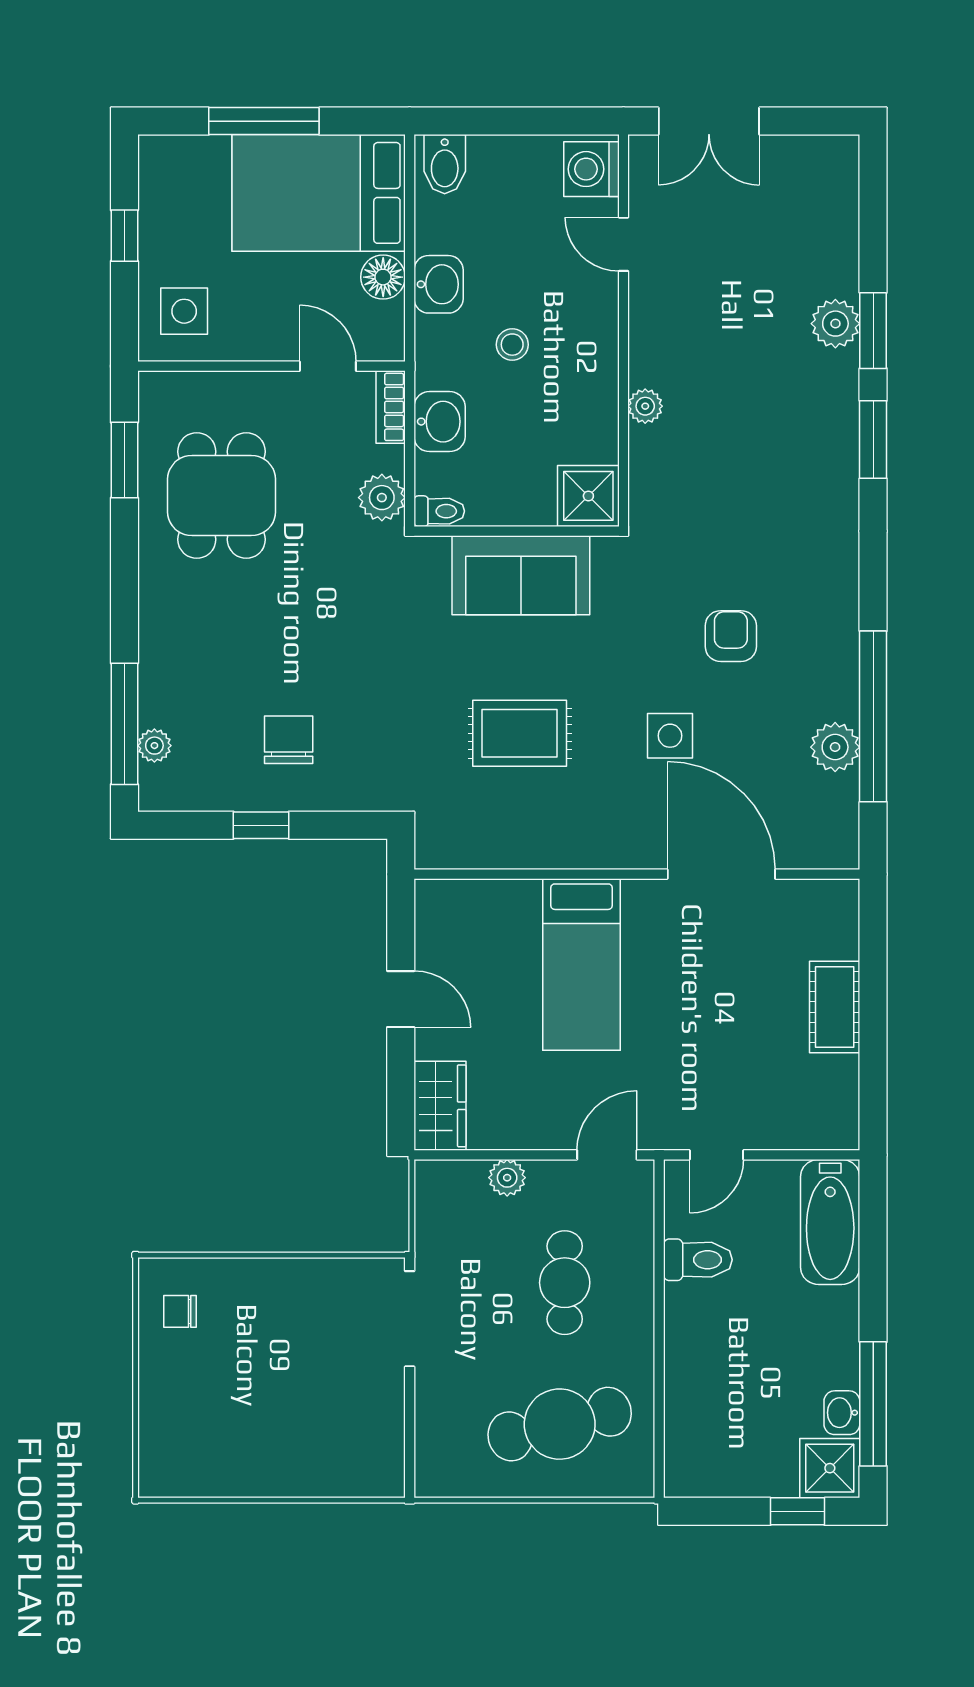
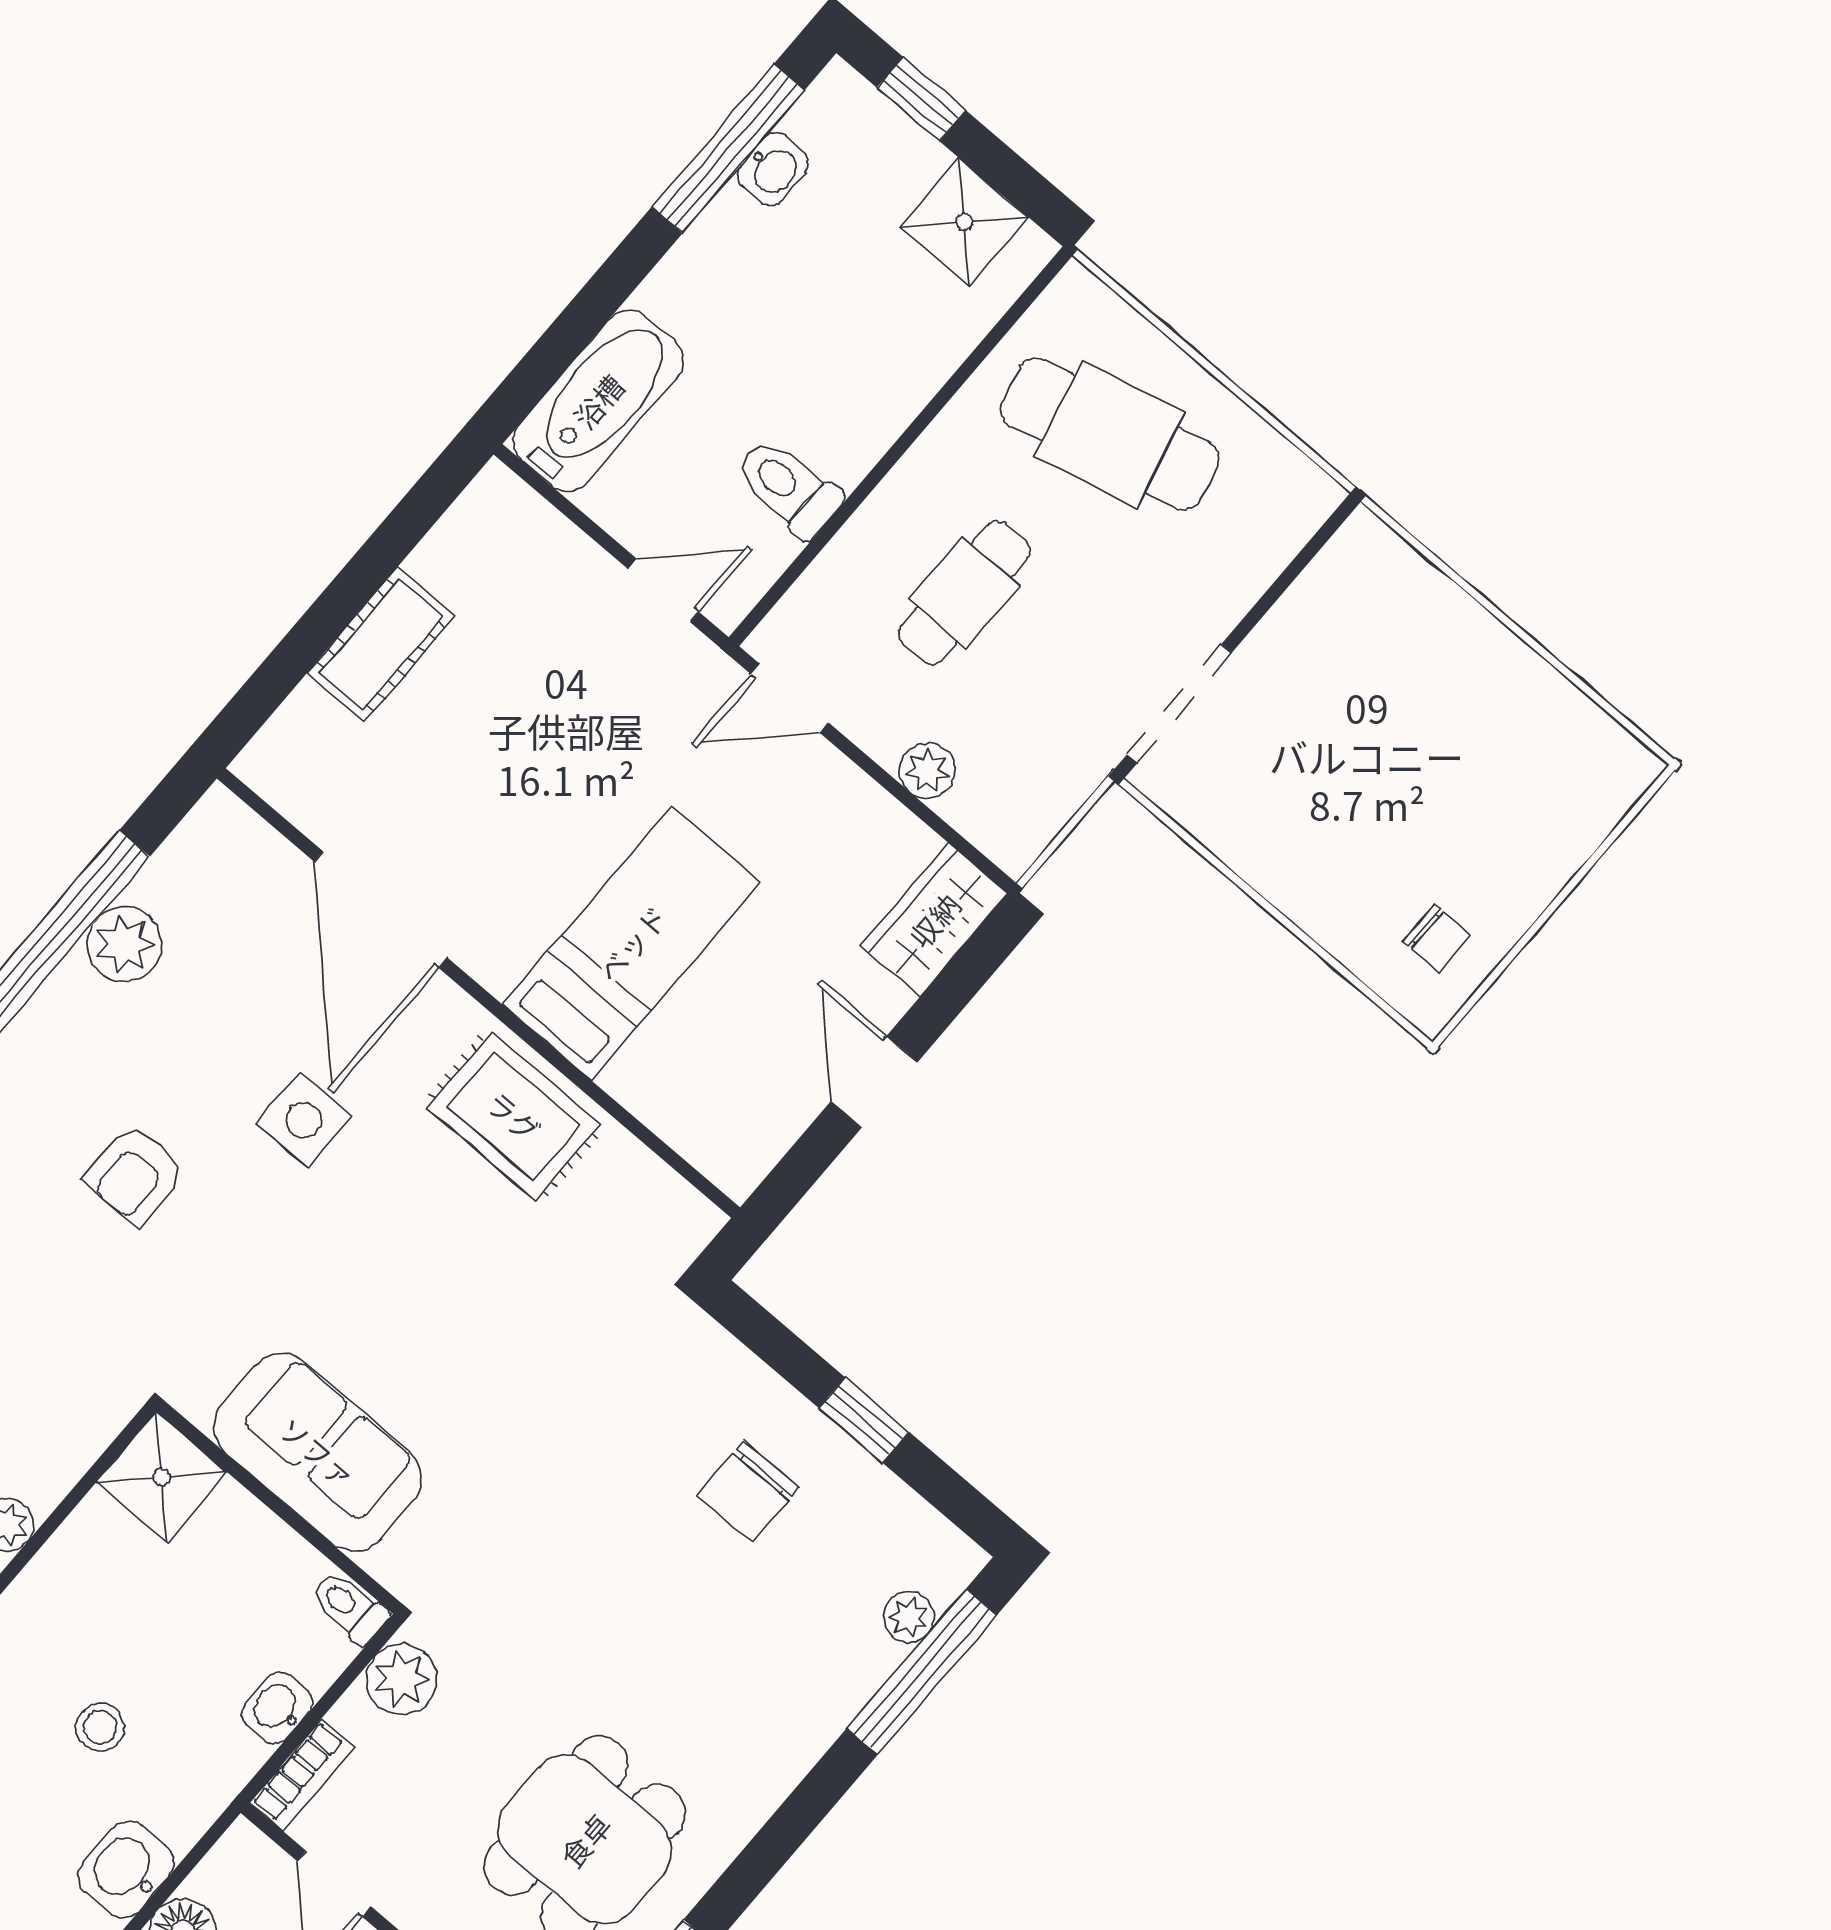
washbasin: (440, 422) -> (277, 1708), width x0.72, depth x0.69
rug: (520, 733) -> (514, 1116), moved
shower: (830, 1468) -> (964, 222), moved

